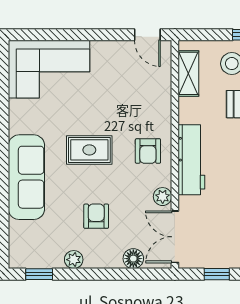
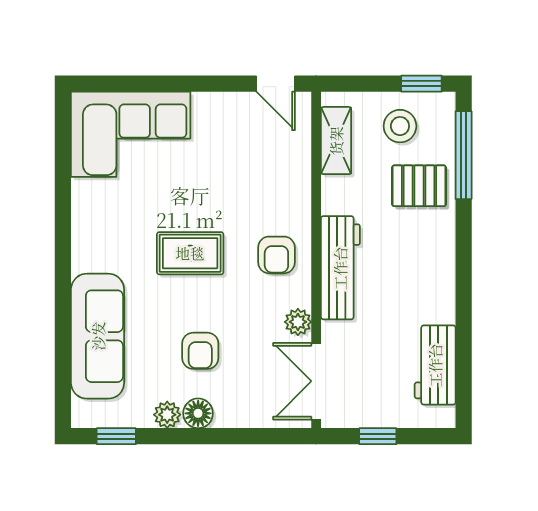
sofa: (26, 177) -> (98, 336), moved
armchair: (96, 216) -> (200, 351), turned 180
floor lamp: (133, 259) -> (198, 413), moved

